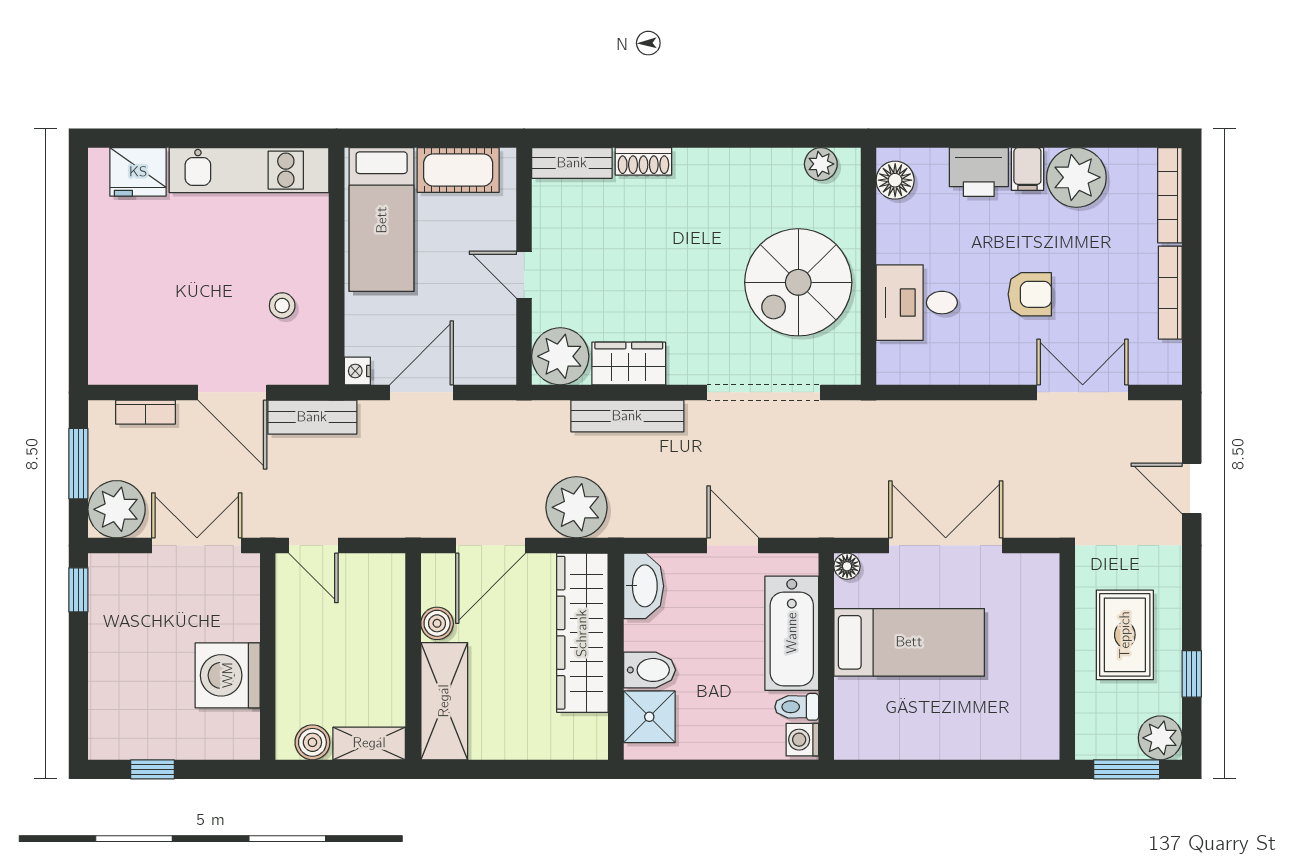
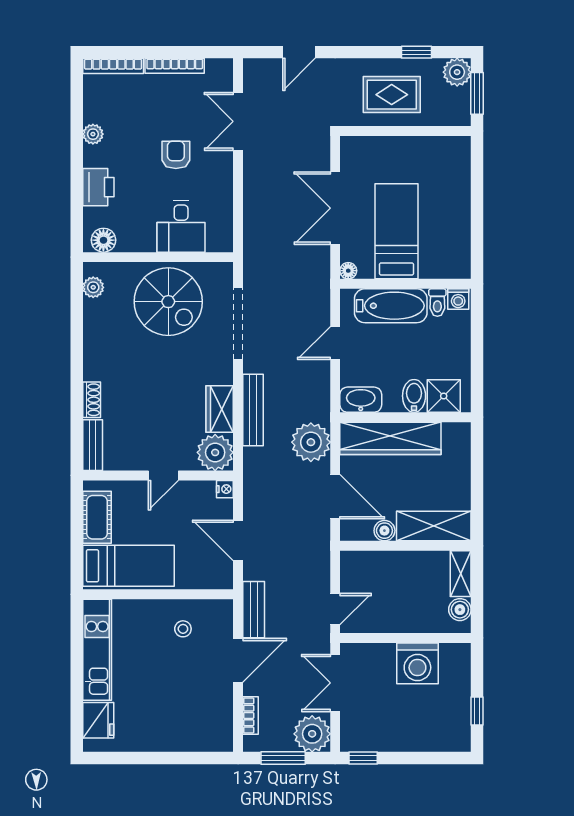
filing cabinet: (1027, 169) -> (96, 156), removed
plant: (1076, 177) -> (93, 134), width x0.53, depth x0.53
nightstand: (357, 371) -> (225, 489), moved, turned -90

